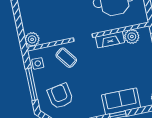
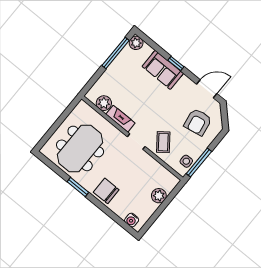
plant: (32, 39) -> (159, 196), moved
window: (32, 84) -> (199, 163), moved

